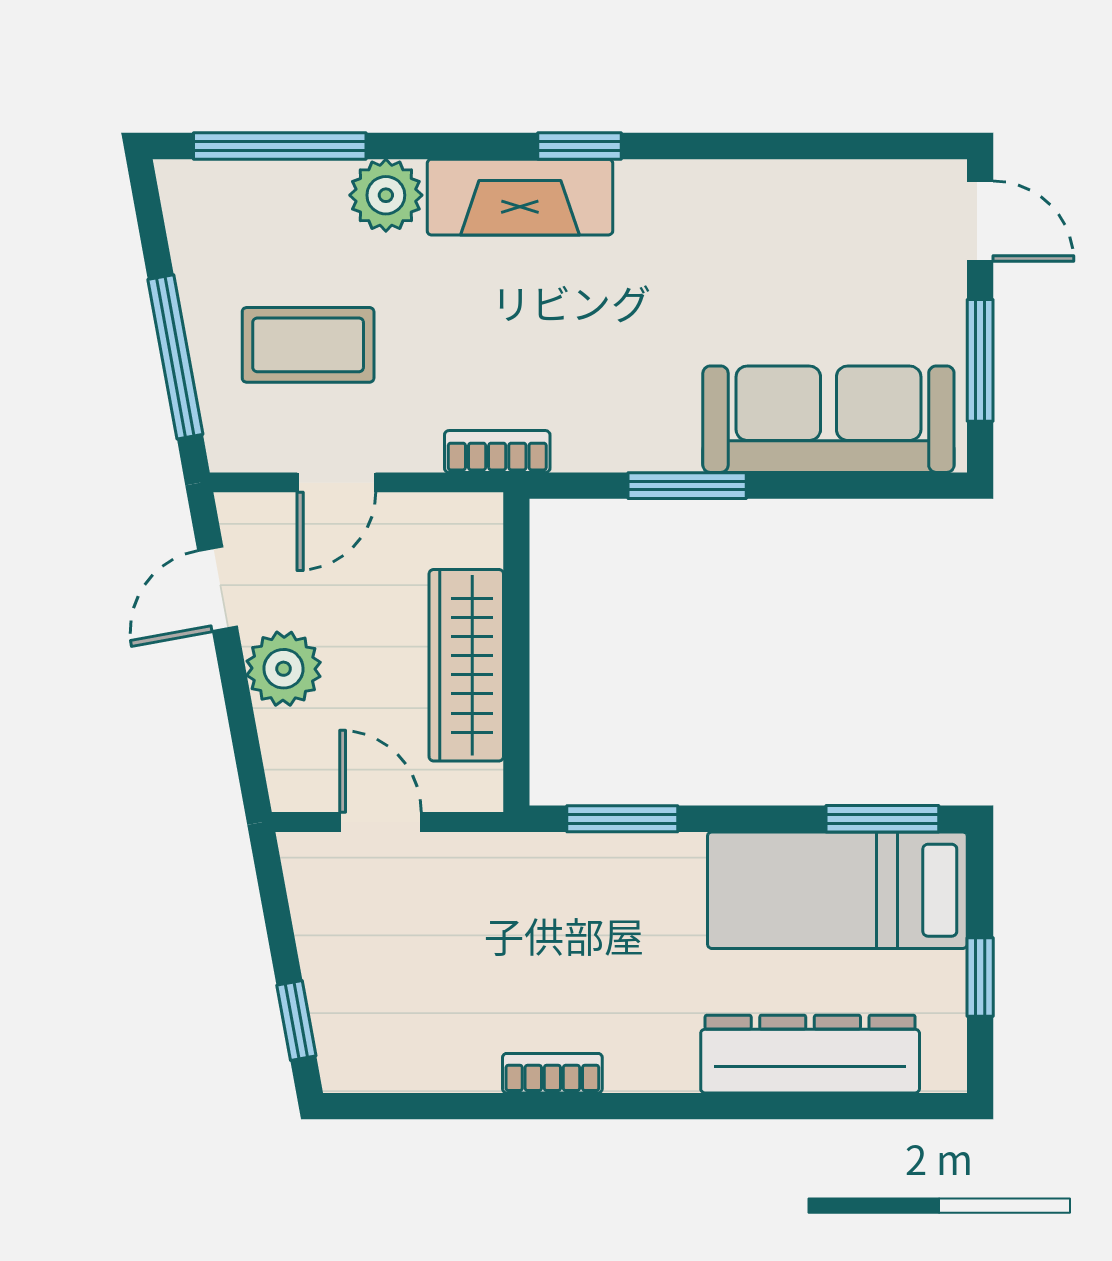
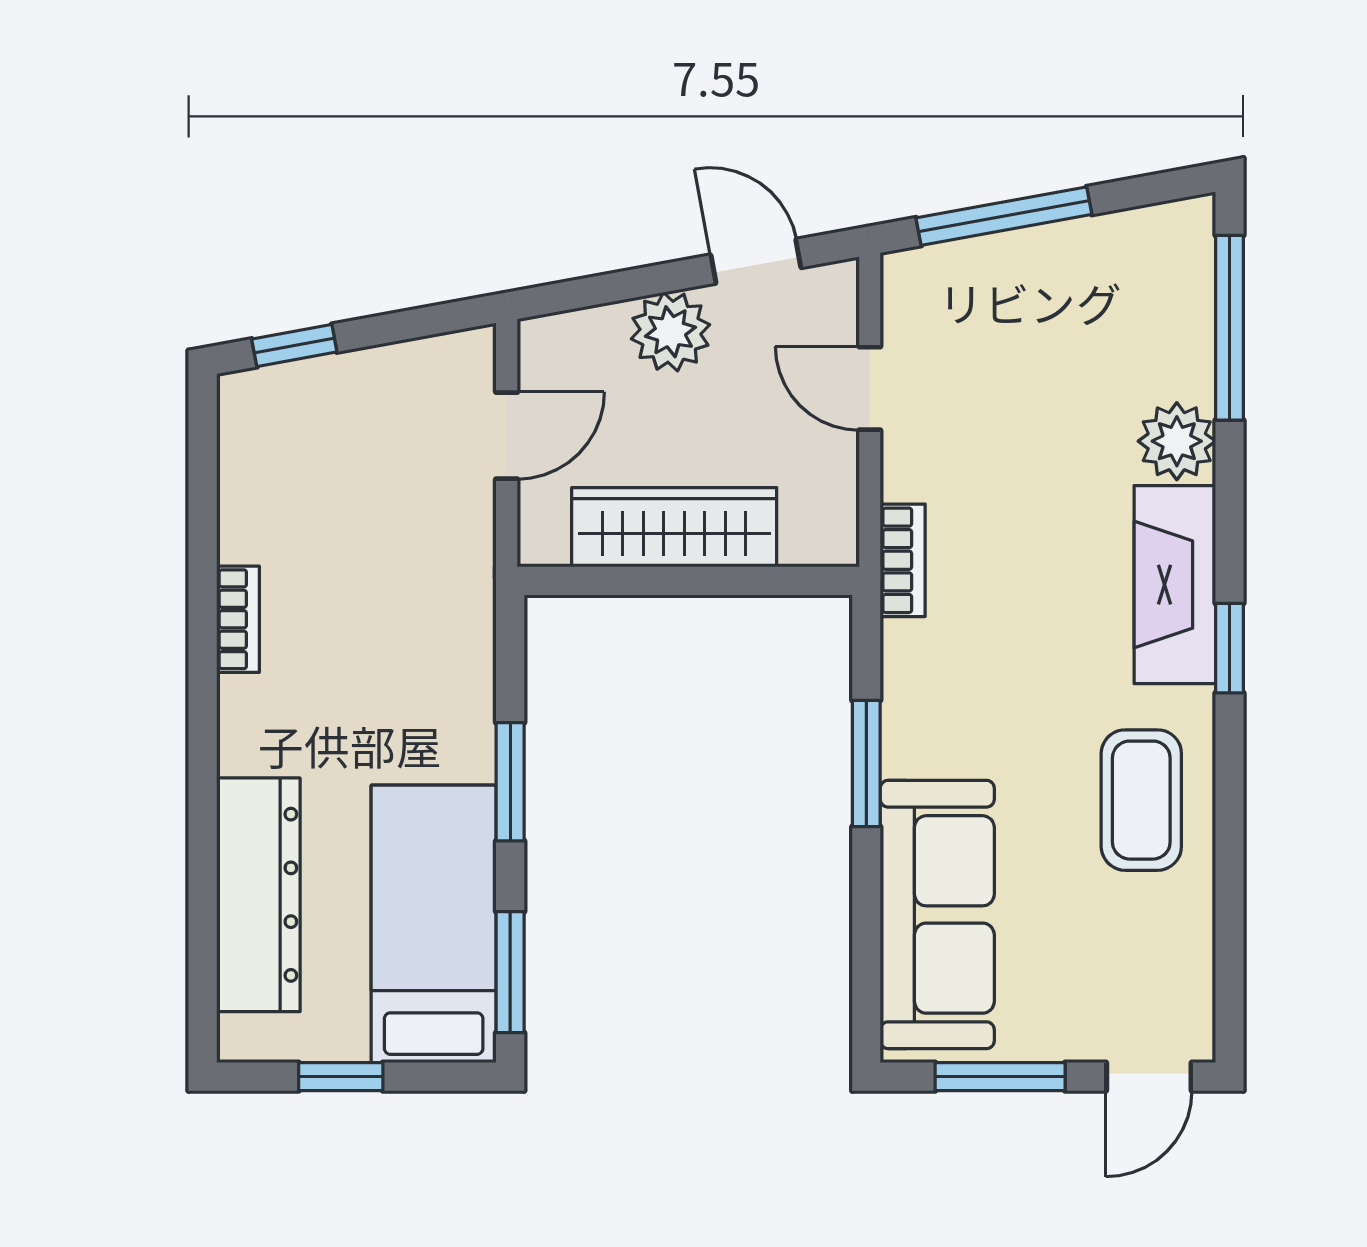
coffee table: (308, 345) -> (1141, 800), moved
window: (622, 819) -> (510, 782), moved

